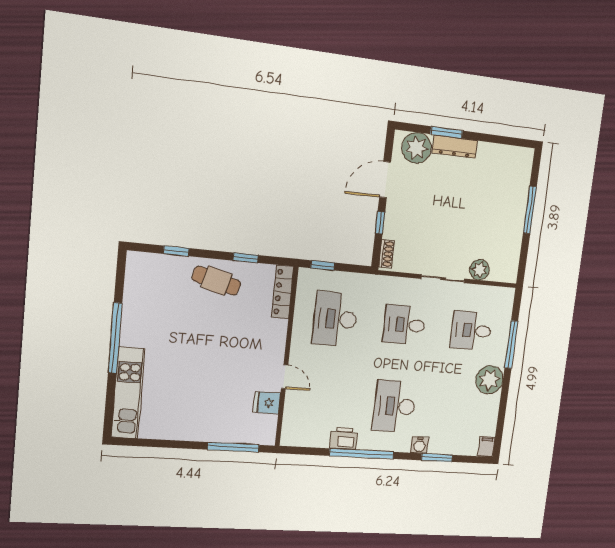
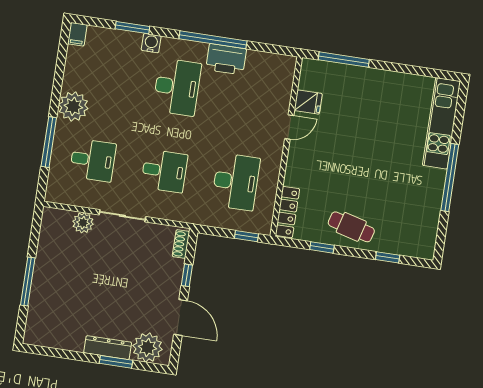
door: (385, 180) -> (180, 318), hinge flipped
door: (285, 377) -> (289, 127), swing flipped
printer: (344, 438) -> (226, 59), width x1.37, depth x1.19

